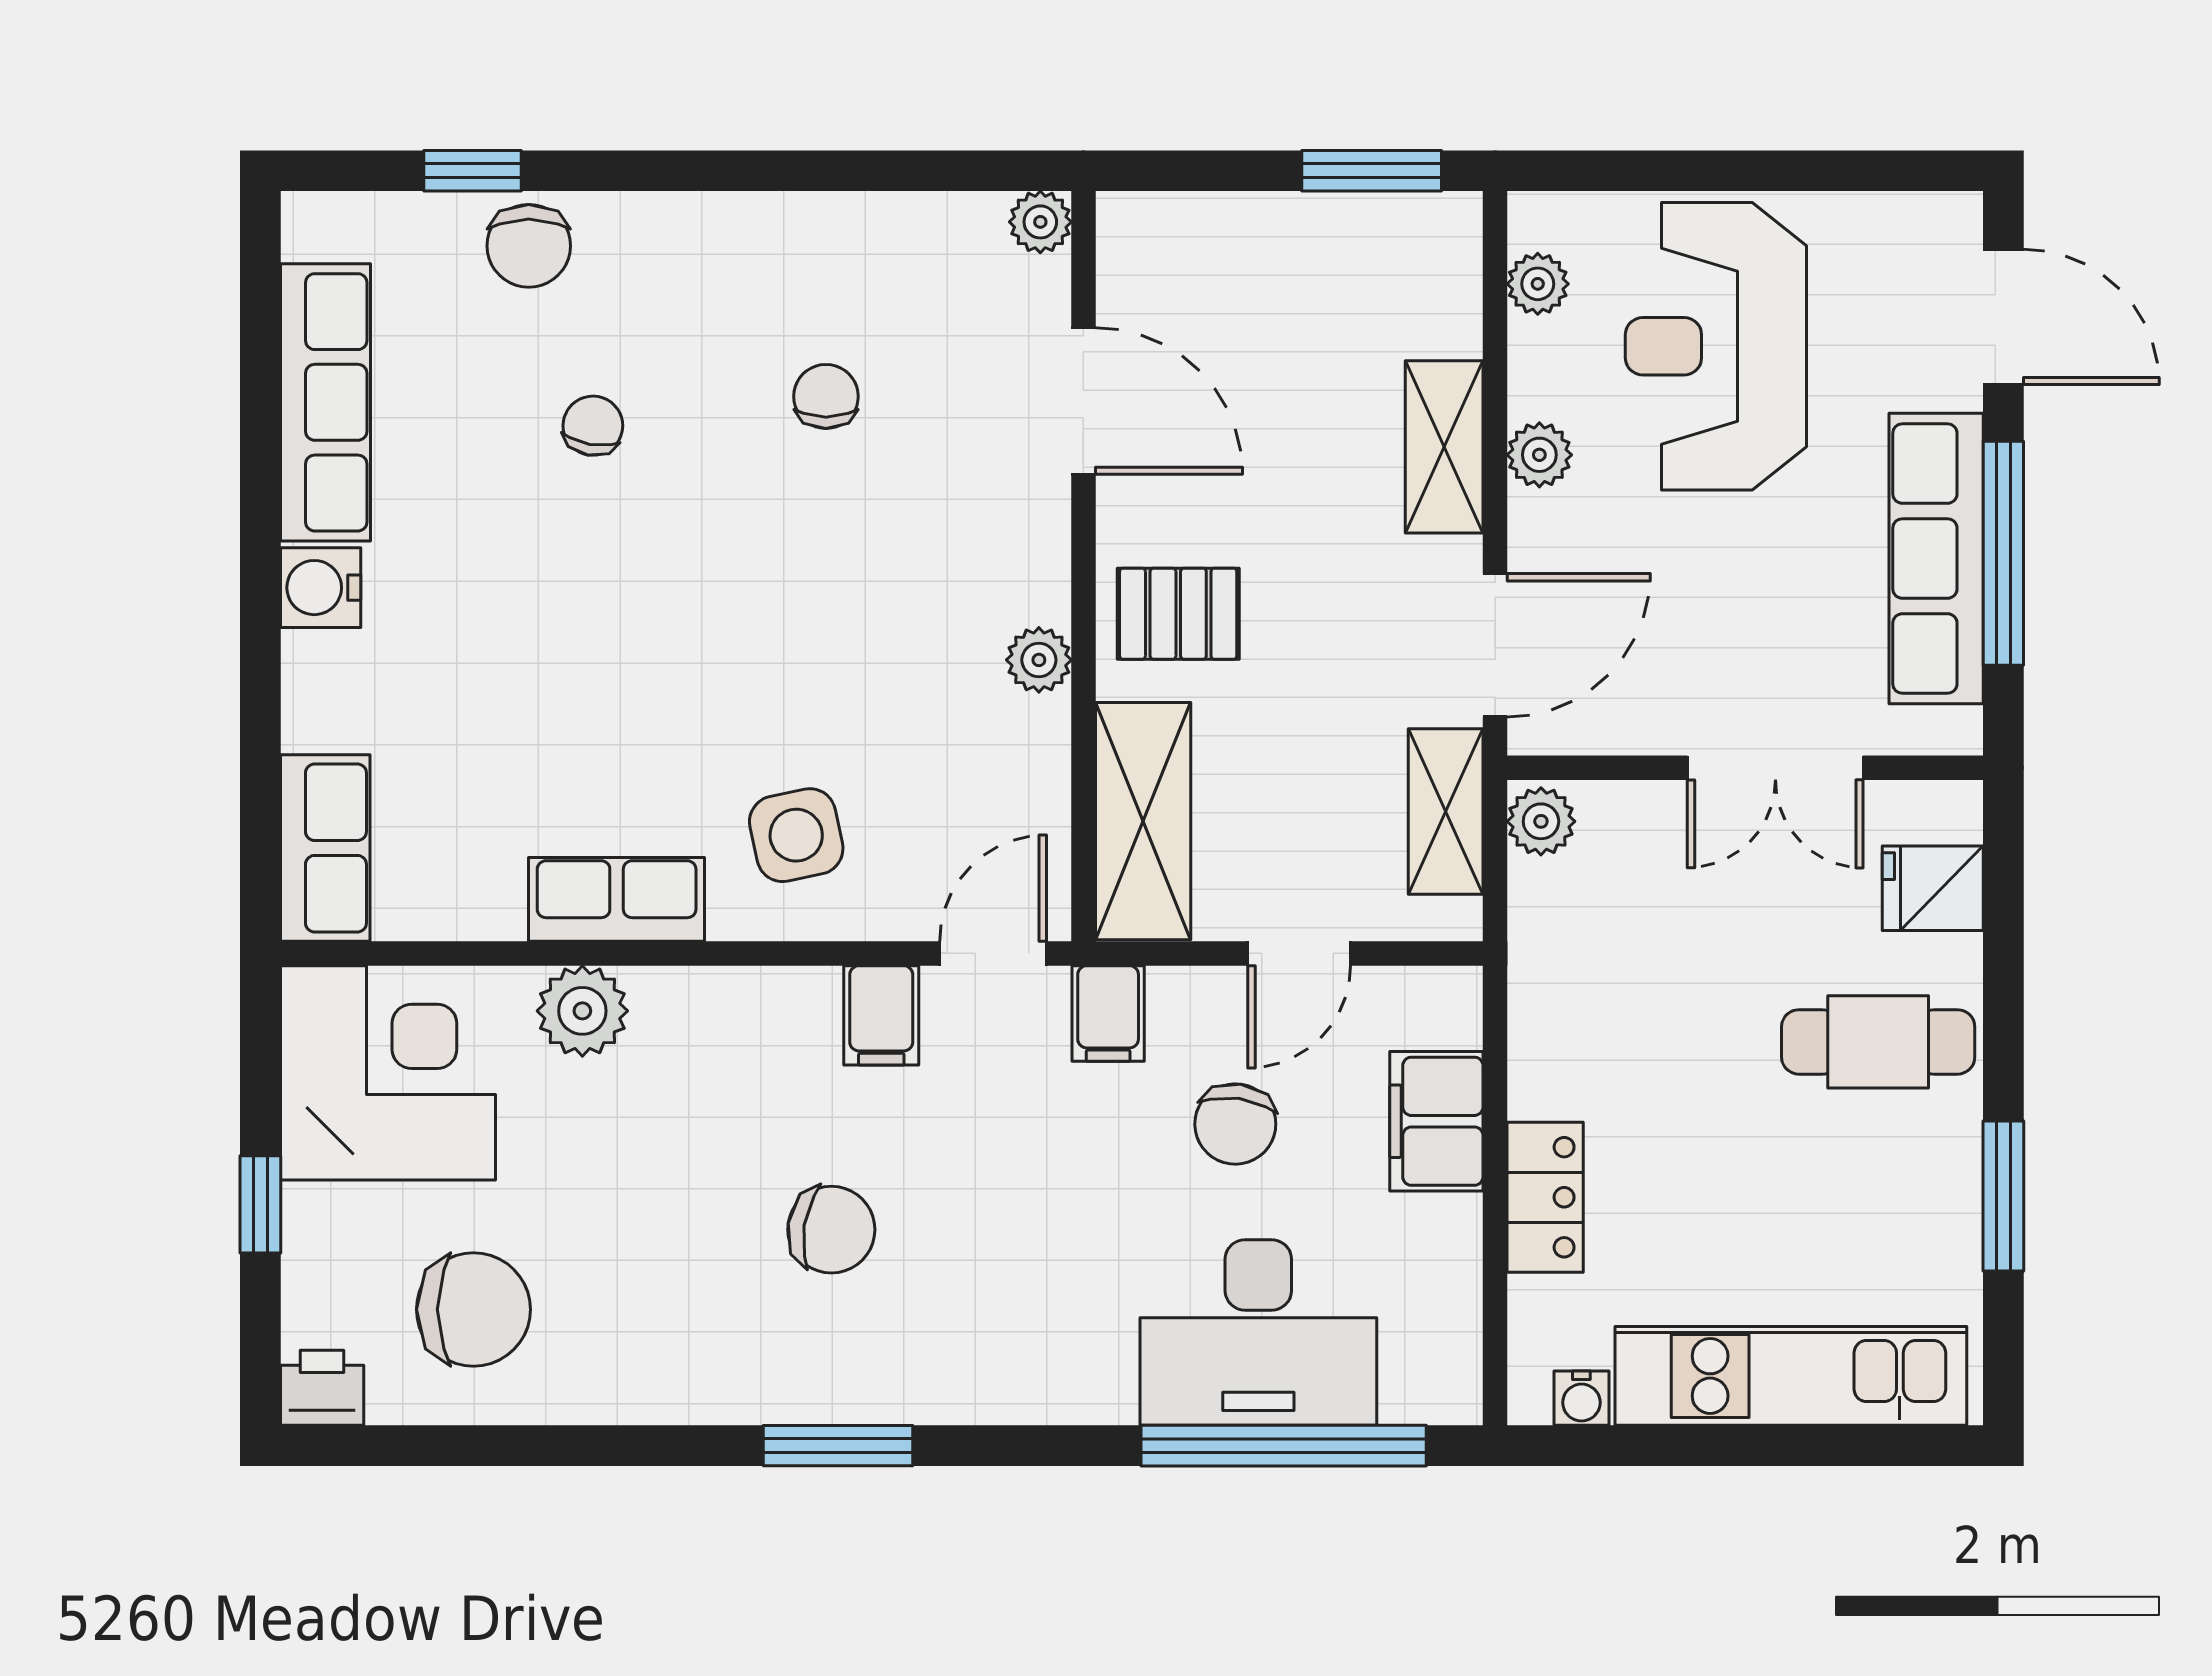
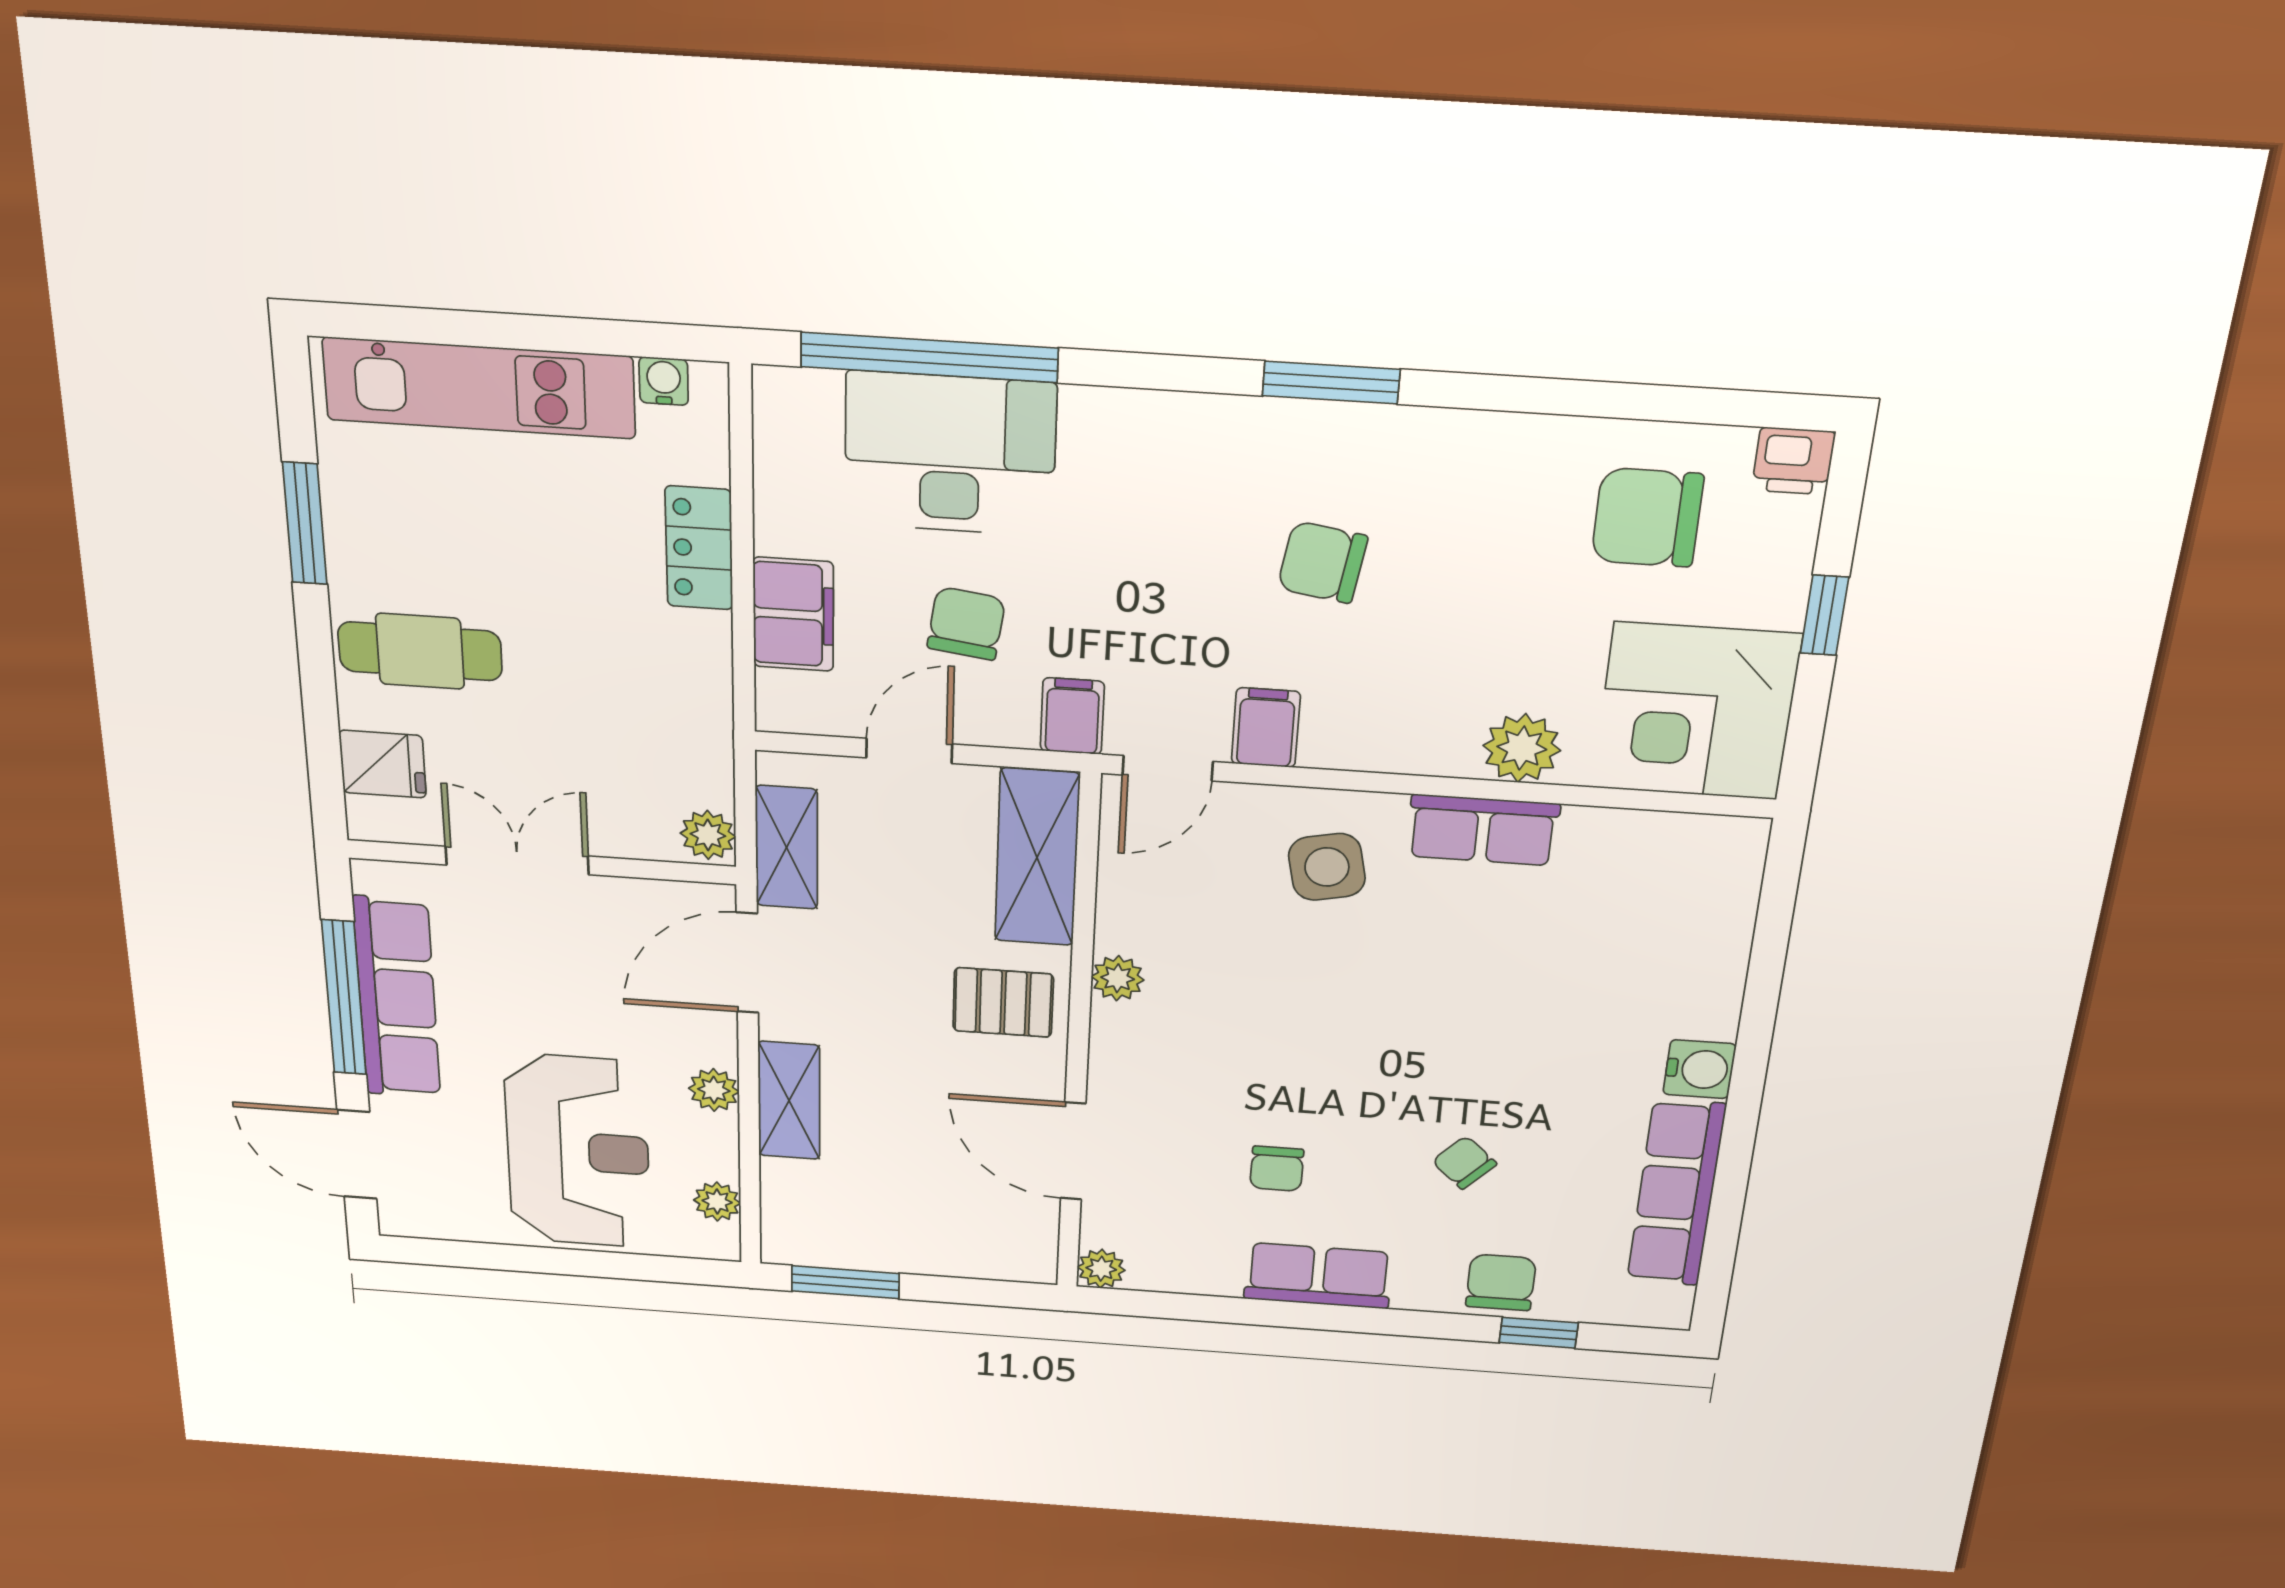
chair: (593, 426) -> (1464, 1163), turned 123
row of seats: (325, 848) -> (1318, 1276), moved, turned 90

